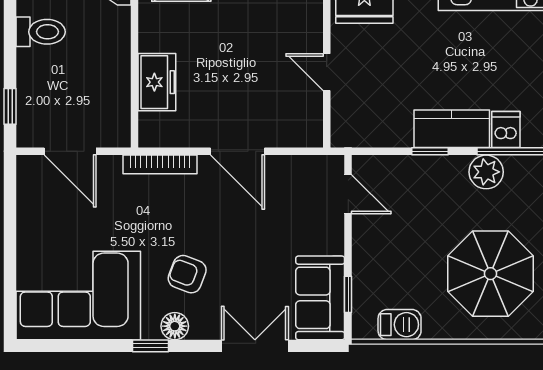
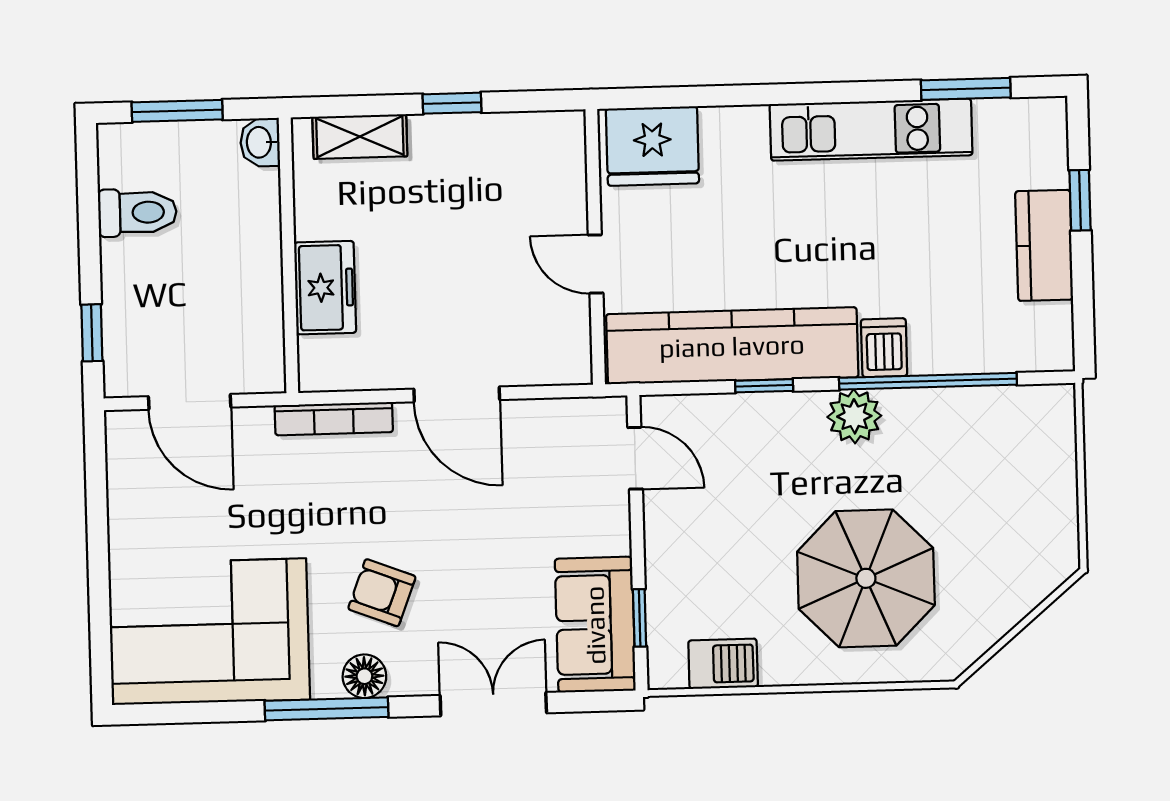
kitchen counter: (452, 129) -> (732, 346), width x2.08, depth x1.17
window: (150, 346) -> (327, 709), width x2.17

